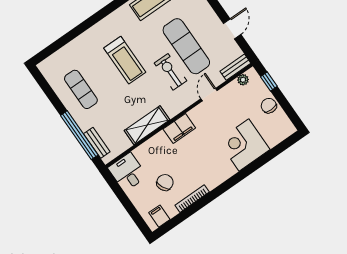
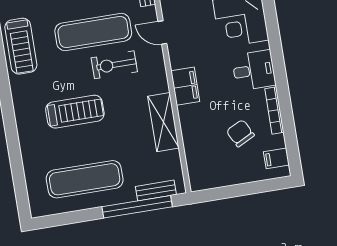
exercise mat: (81, 89) -> (85, 179), width x1.36, depth x1.45
desk: (128, 172) -> (254, 70), moved, turned 180

